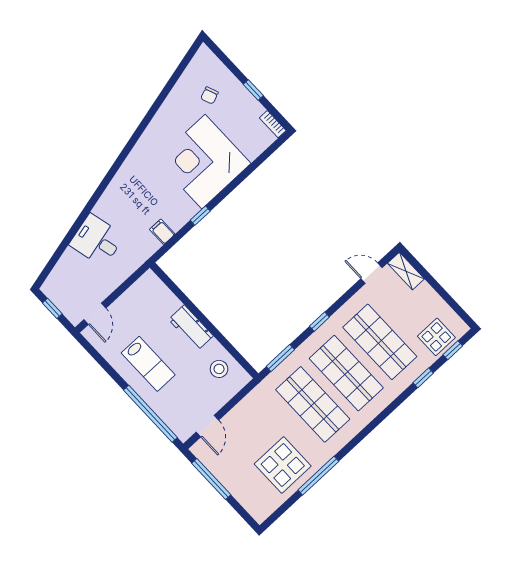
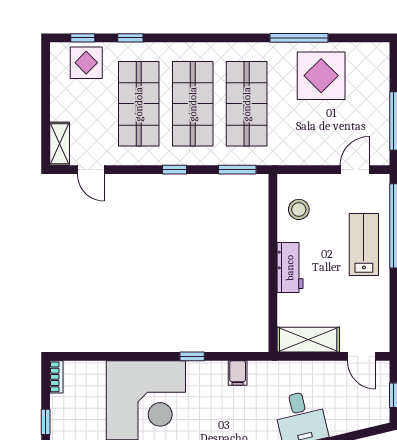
shelving: (138, 293) -> (308, 340), added
door: (95, 314) -> (361, 356), swing flipped
lab bench: (148, 364) -> (364, 244), moved

